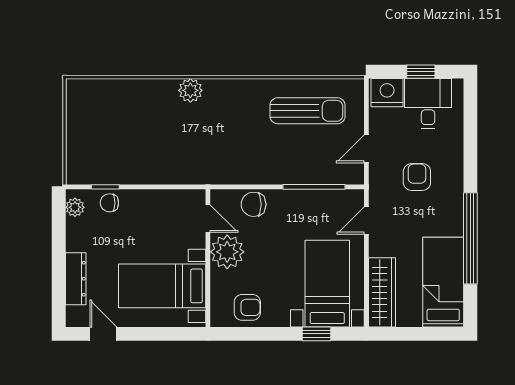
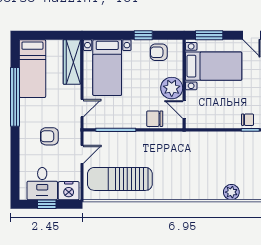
plant: (190, 90) -> (231, 192), moved
sun lounger: (307, 111) -> (120, 179), width x1.36, depth x1.34
armchair: (417, 177) -> (49, 136), turned 90
chair: (254, 204) -> (155, 119), turned 180
window: (169, 334) -> (209, 35), added
window: (317, 334) -> (143, 35), moved

